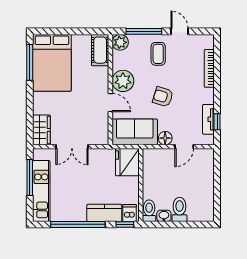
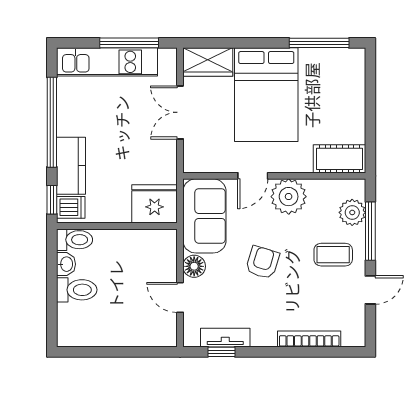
plant: (120, 42) -> (352, 212), moved
bed: (52, 63) -> (266, 95), moved, turned -90

